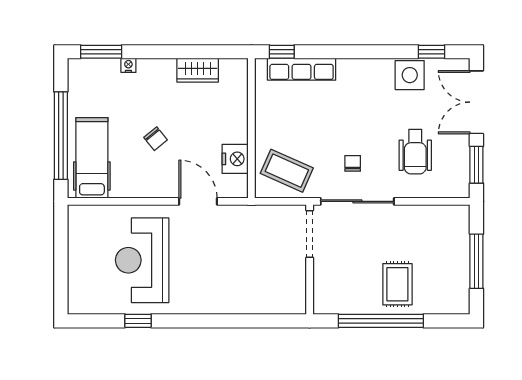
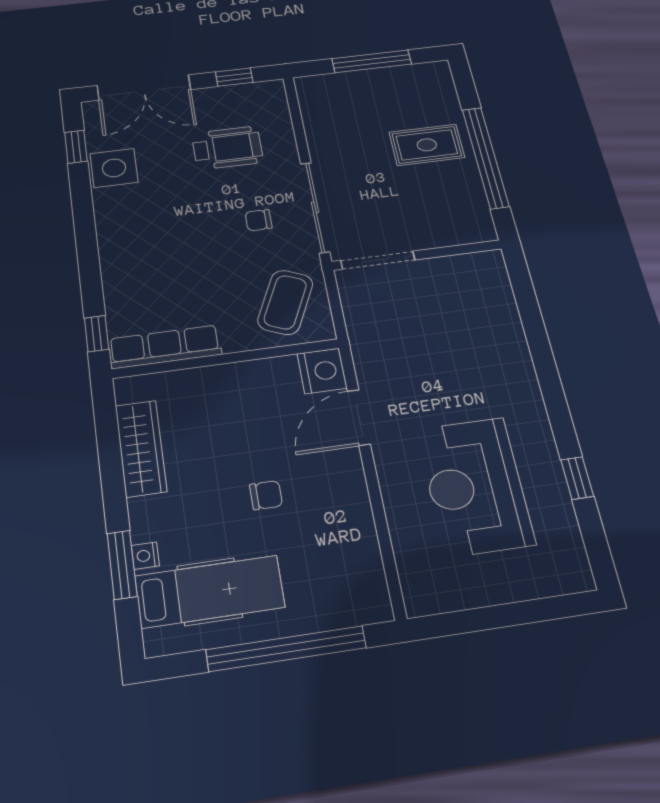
window: (101, 52) -> (122, 565), moved
row of seats: (302, 69) -> (165, 347), moved, turned -90
wardrobe: (198, 70) -> (141, 448), width x1.50
chair: (156, 139) -> (266, 495), turned 39
hospital bed: (92, 158) -> (210, 592), moved, turned 180
nightstand: (235, 159) -> (322, 371), moved, turned 90
window: (476, 165) -> (234, 77), width x0.67
reception desk: (142, 260) -> (475, 486), turned 90

